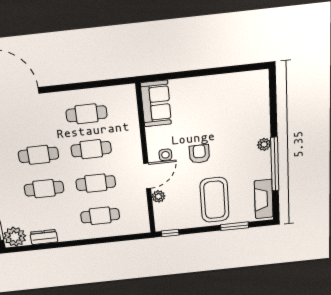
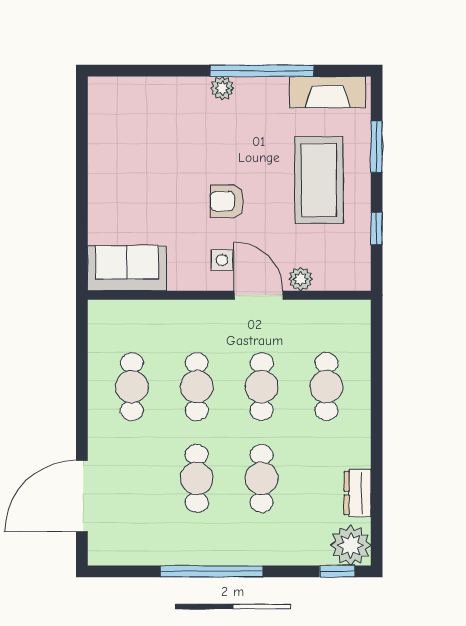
coffee table: (215, 200) -> (319, 180), turned 90
window: (170, 233) -> (377, 228), moved

